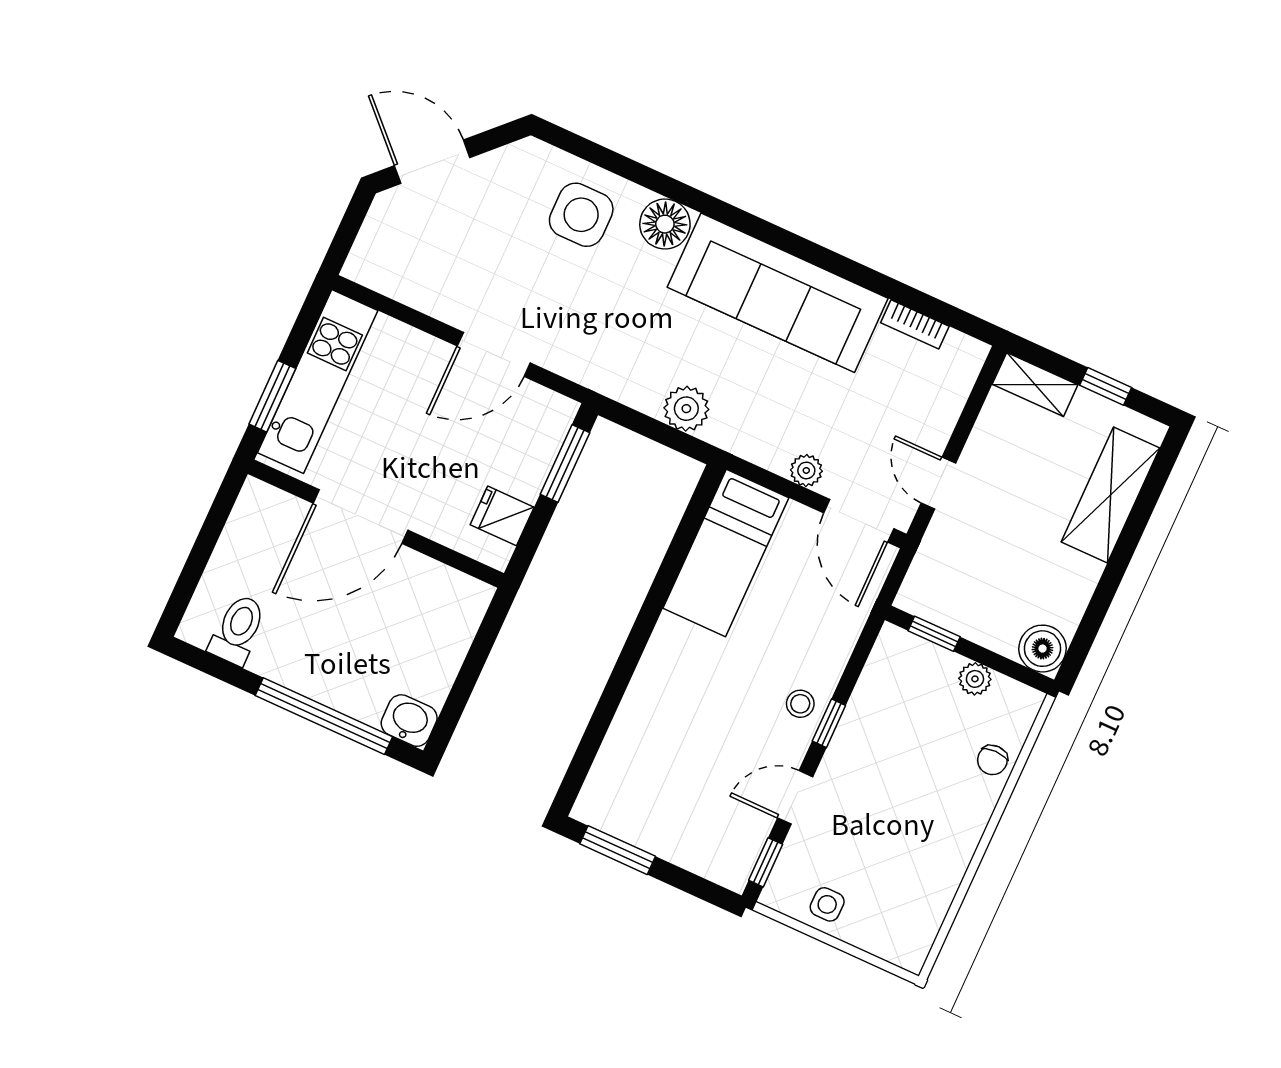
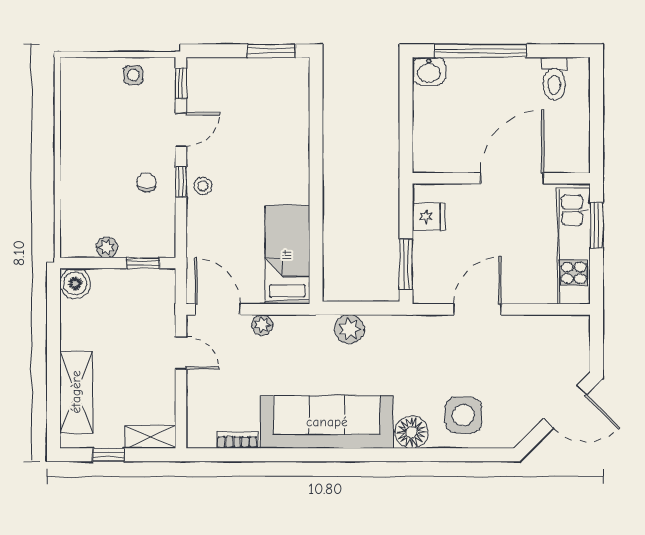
chair: (992, 760) -> (146, 182), moved

